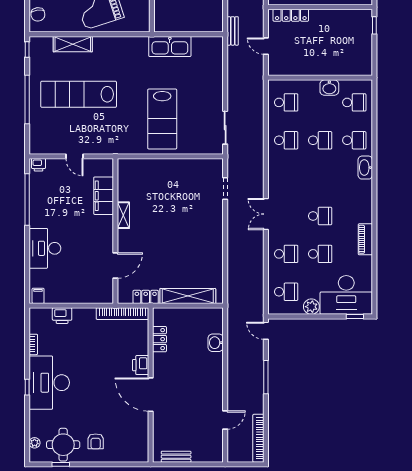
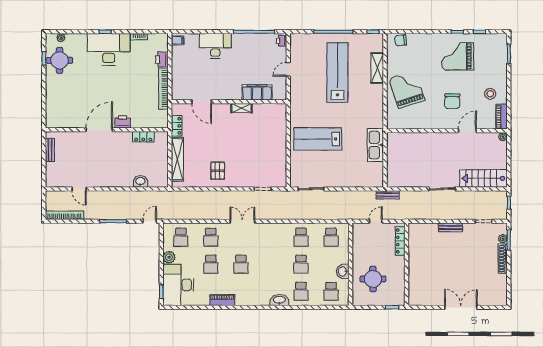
round table: (339, 50) -> (373, 279), added
pallet: (202, 245) -> (218, 171), added
bookcase: (122, 314) -> (163, 89), moved
armchair: (96, 441) -> (62, 86), removed

